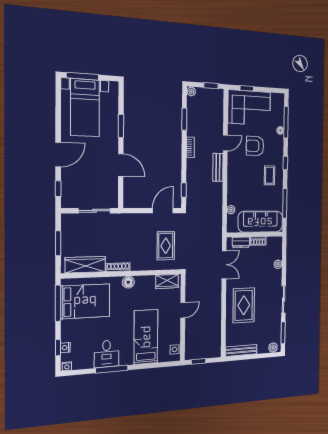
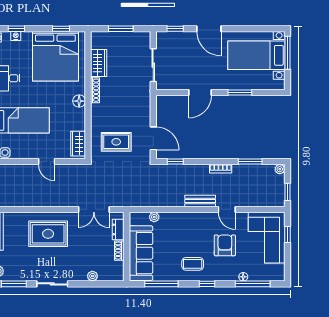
wardrobe: (85, 265) -> (99, 63), width x0.67
bed: (85, 301) -> (55, 56), width x1.36
window: (58, 303) -> (61, 29), width x0.46

